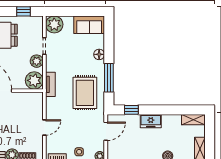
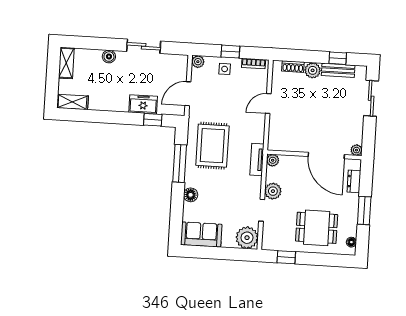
plant: (34, 80) -> (273, 160), width x0.53, depth x0.53
freezer: (151, 121) -> (143, 104), moved

